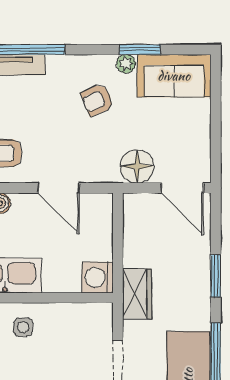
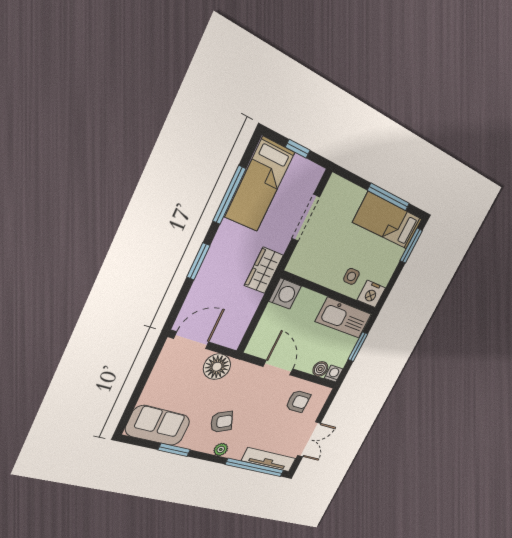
plant: (126, 64) -> (221, 449), moved
door: (182, 188) -> (191, 340), hinge flipped

